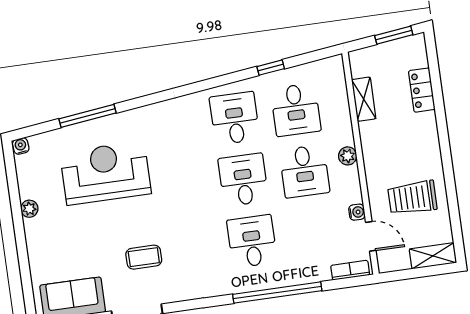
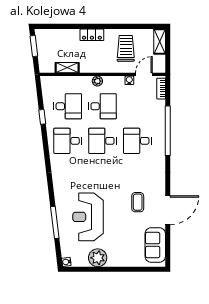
locker: (422, 90) -> (92, 35), moved
trolley: (412, 198) -> (126, 48), turned 180
plant: (29, 209) -> (98, 258), width x1.87, depth x1.87

